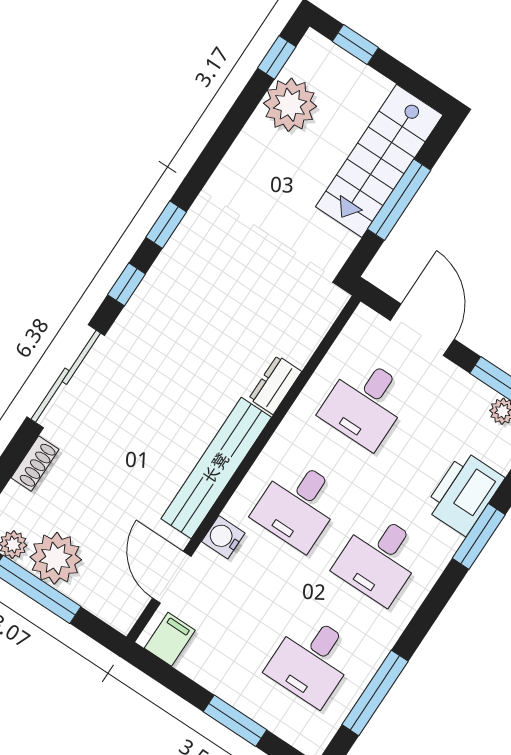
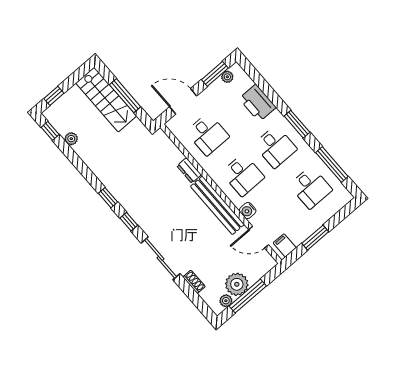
plant: (290, 105) -> (71, 139), width x0.53, depth x0.53
window: (479, 536) -> (297, 124), moved
window: (235, 721) -> (315, 238), moved

